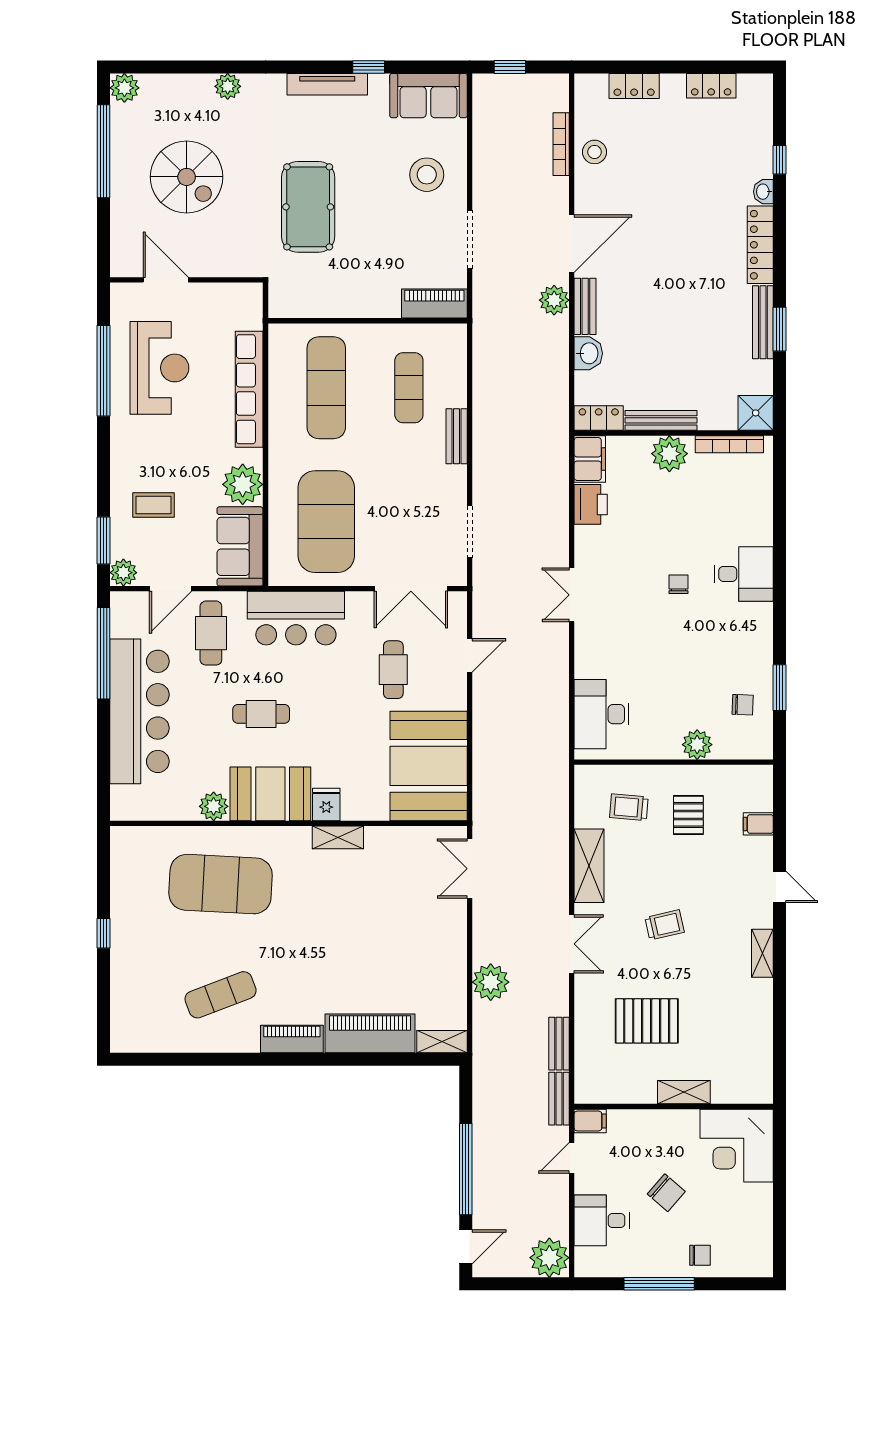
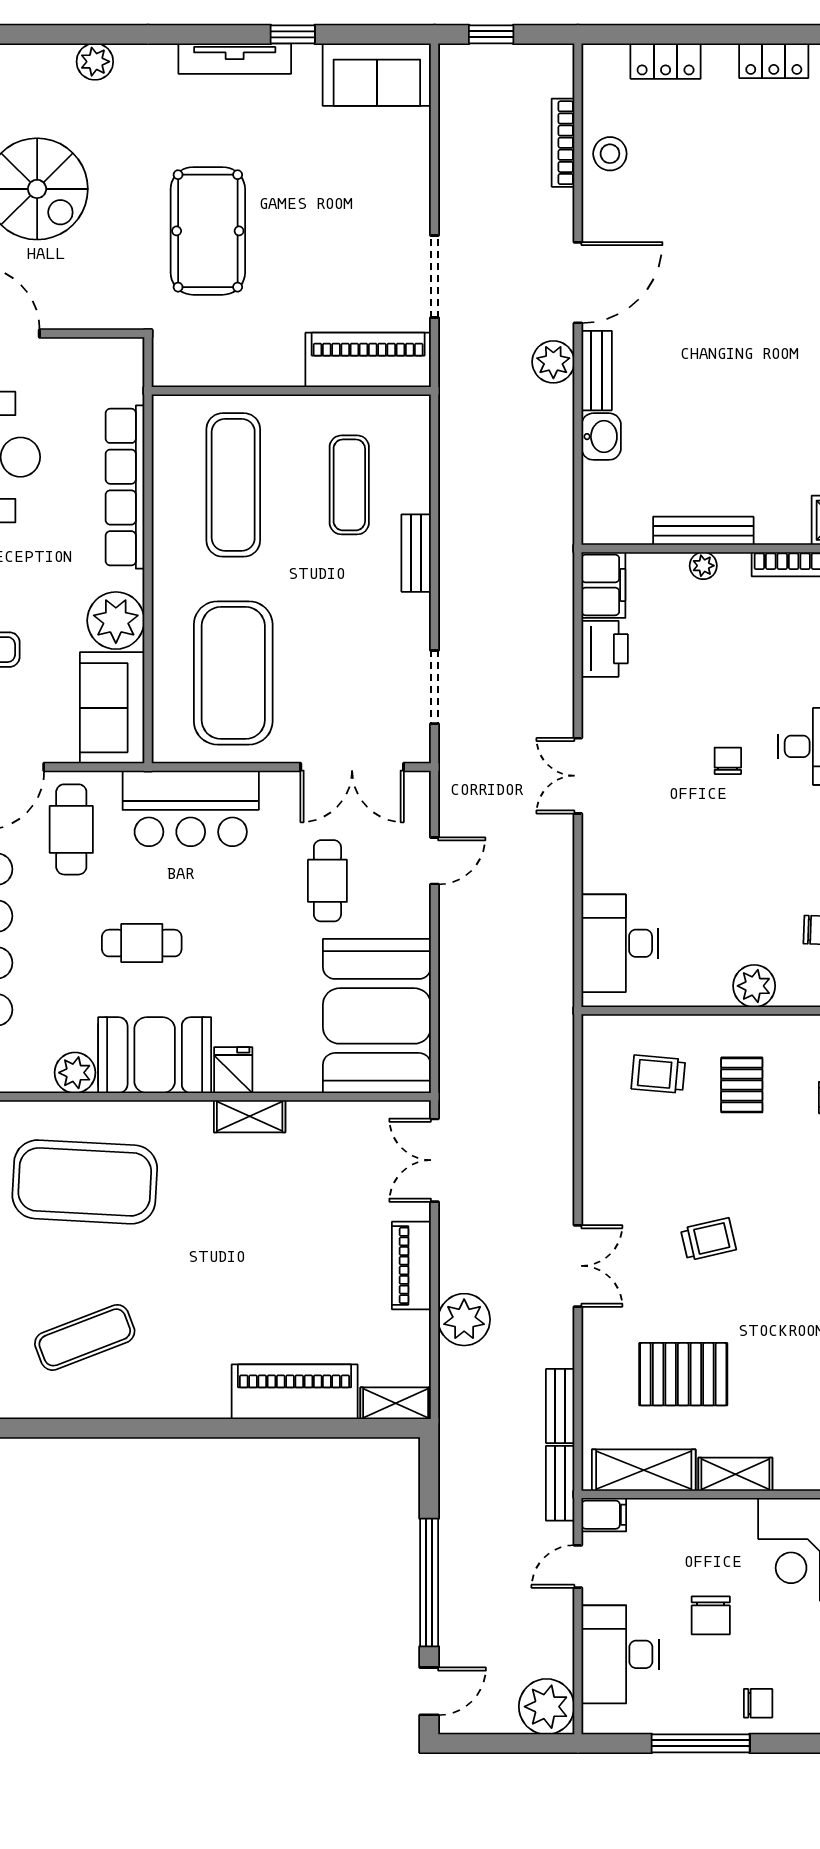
stool: (427, 175) -> (374, 186), removed
piano: (434, 304) -> (368, 360), width x1.37, depth x1.33
locker: (599, 418) -> (616, 528), removed
plant: (669, 454) -> (703, 566), width x0.53, depth x0.53
shelving: (589, 866) -> (644, 1470), moved, turned 90
piano: (292, 1039) -> (411, 1265), moved, turned -90
chair: (666, 1193) -> (711, 1615), turned 49
desk: (602, 1220) -> (620, 1654), width x1.37

